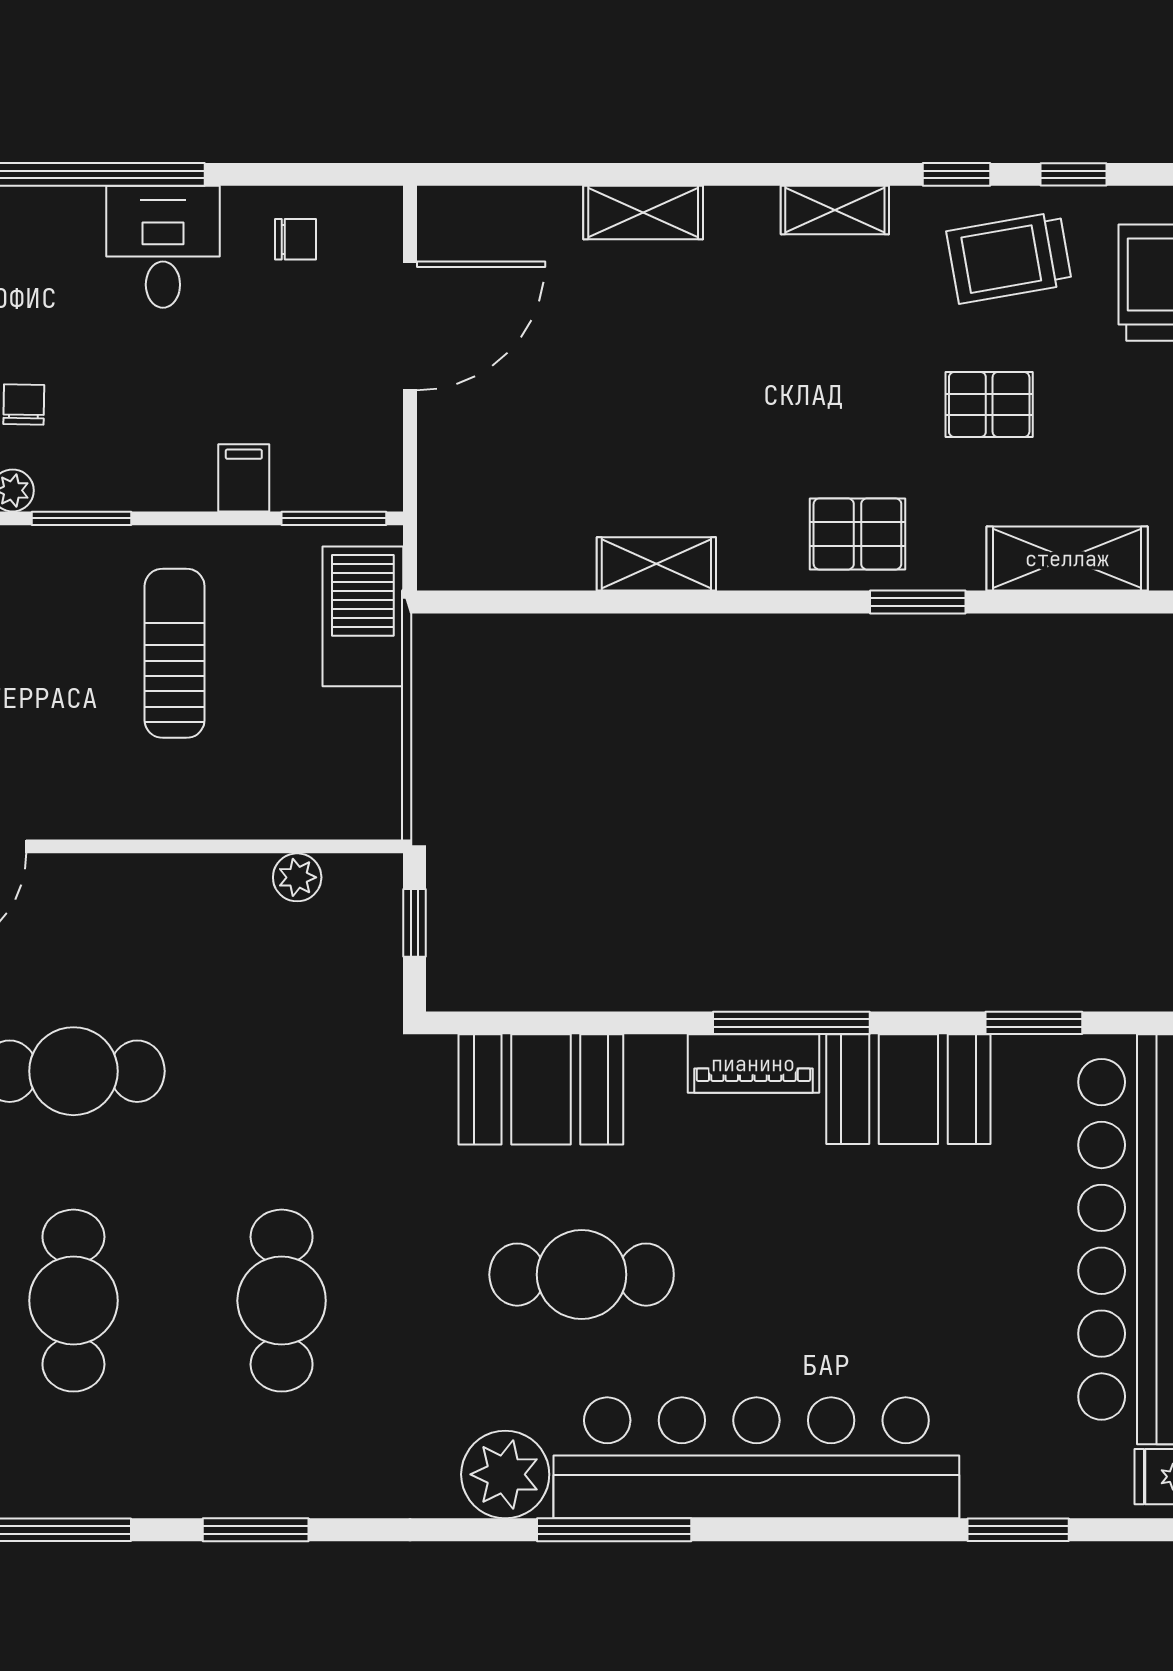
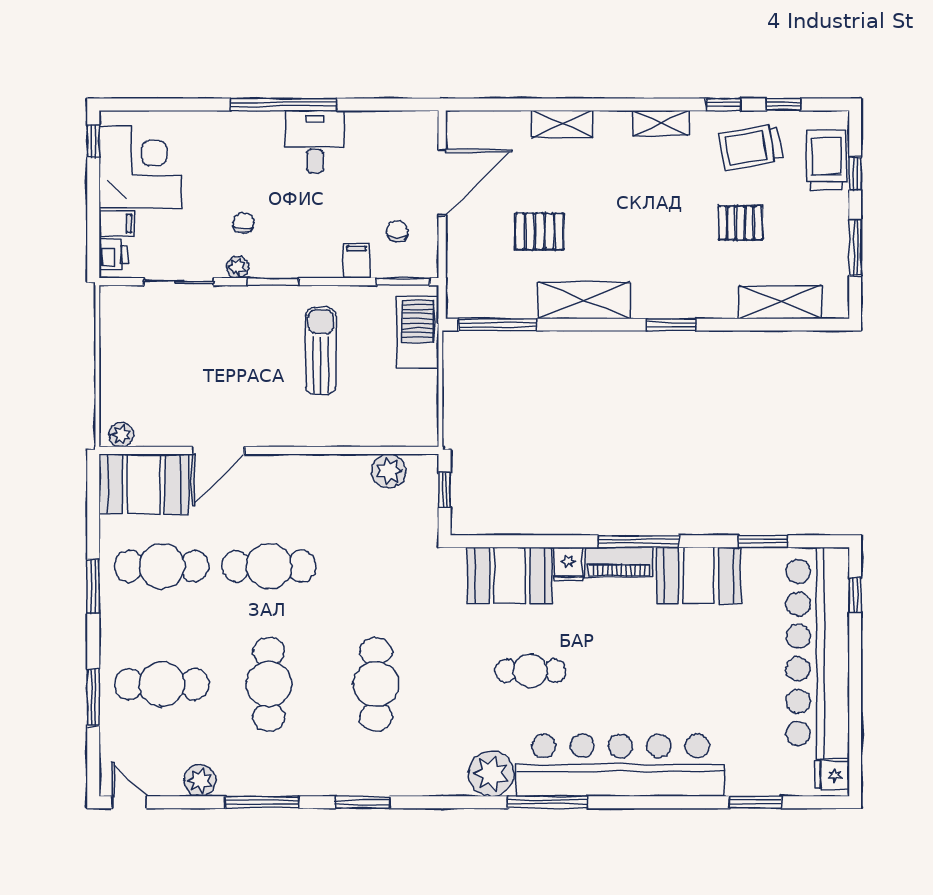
chair: (295, 239) -> (397, 231), moved, turned -90
pallet: (857, 534) -> (539, 231), moved
shelving: (656, 564) -> (584, 300), width x1.50, depth x1.33
window: (517, 602) -> (497, 325), added
window: (918, 602) -> (671, 325), moved
plant: (297, 877) -> (389, 471), width x1.38, depth x1.38
fridge: (655, 1067) -> (568, 564), added
cafe table: (582, 1275) -> (530, 671), width x0.73, depth x0.74

